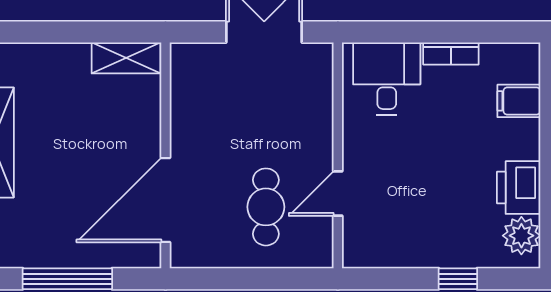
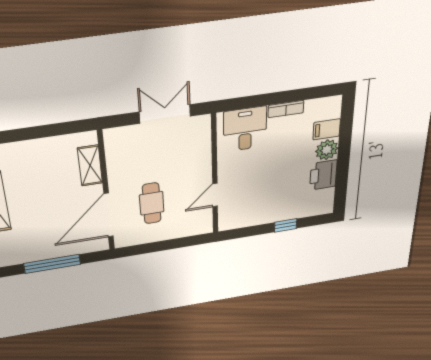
shelving: (126, 58) -> (90, 166), moved, turned 90
cafe table: (266, 207) -> (152, 203), moved
plant: (521, 236) -> (327, 150), moved

